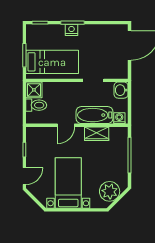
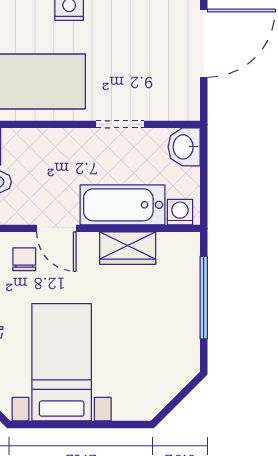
door: (66, 125) -> (56, 228), hinge flipped
chair: (52, 139) -> (24, 259), added
plant: (110, 191) -> (157, 382), removed

